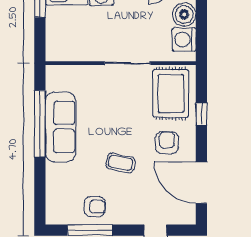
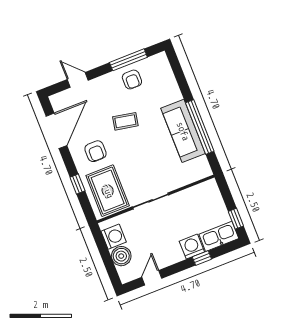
door: (201, 183) -> (56, 131), hinge flipped
armchair: (95, 207) -> (132, 79), turned -90

